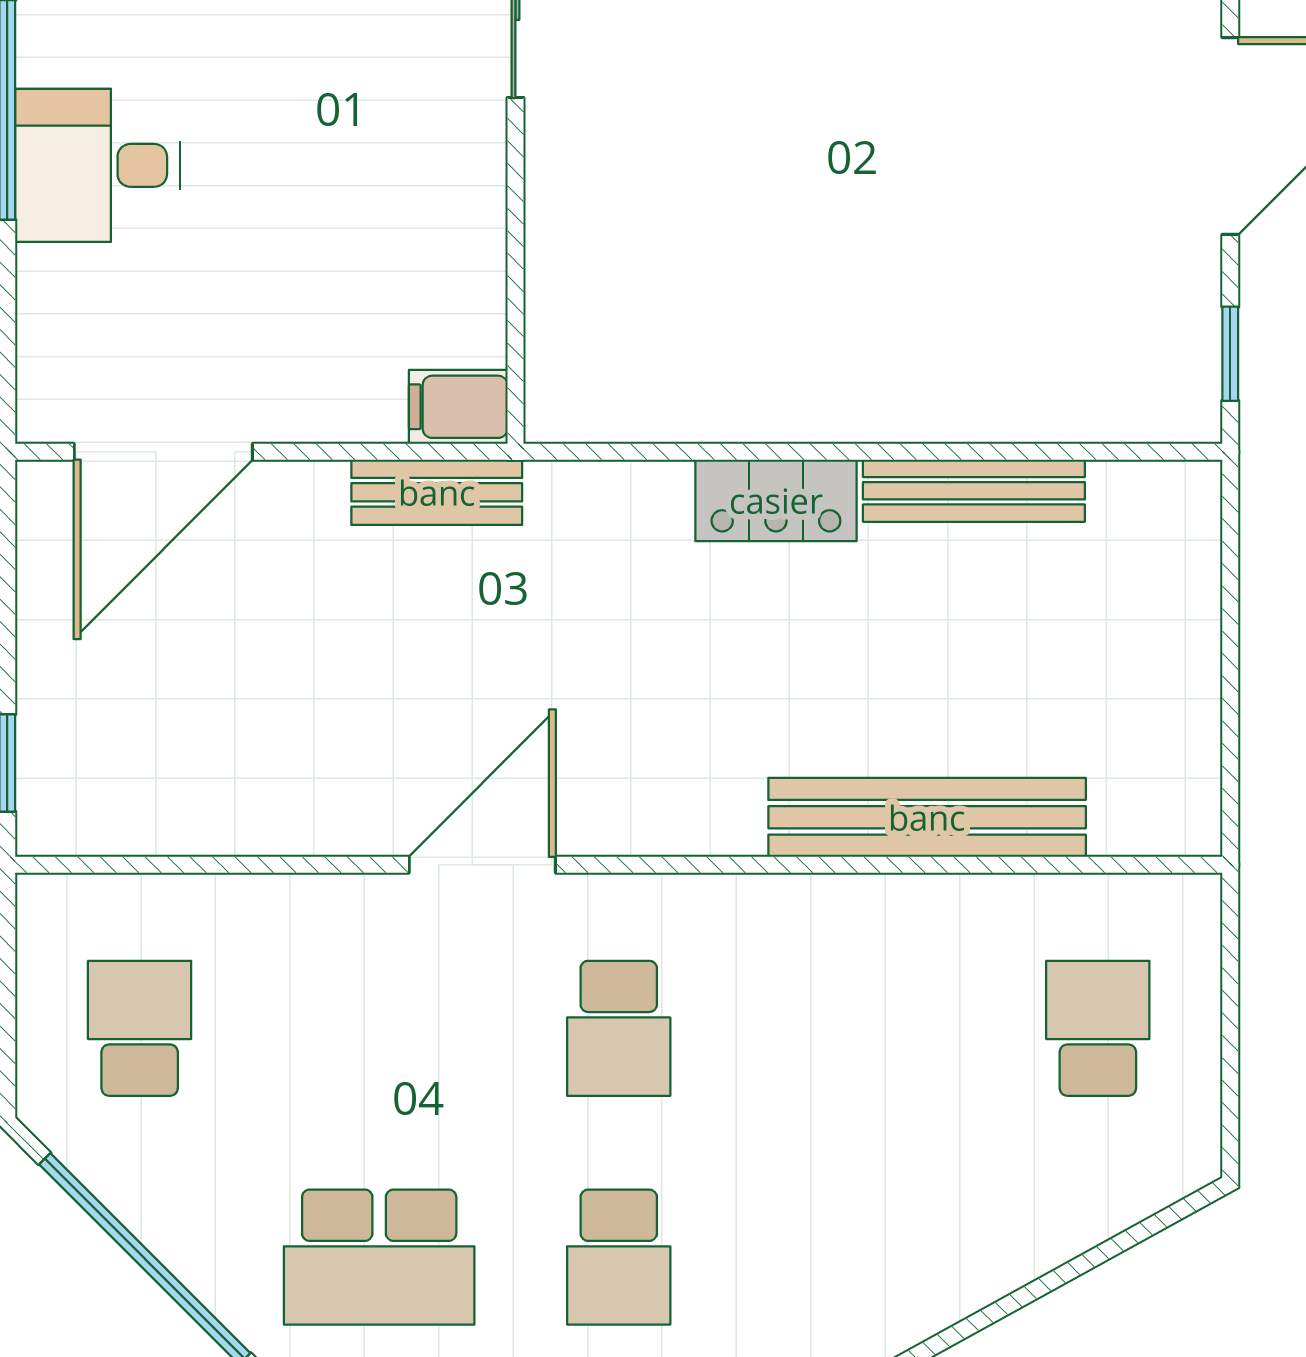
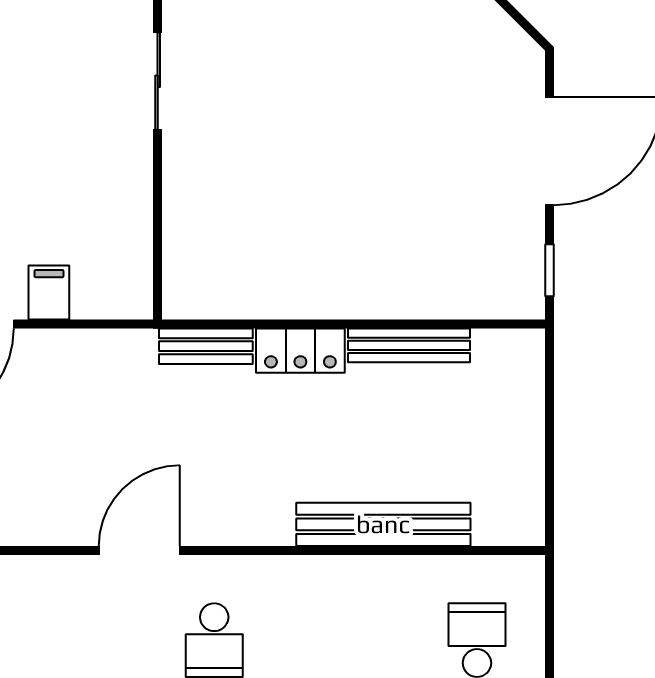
filing cabinet: (458, 407) -> (49, 293), moved, turned 90
bench: (437, 492) -> (206, 346), moved

